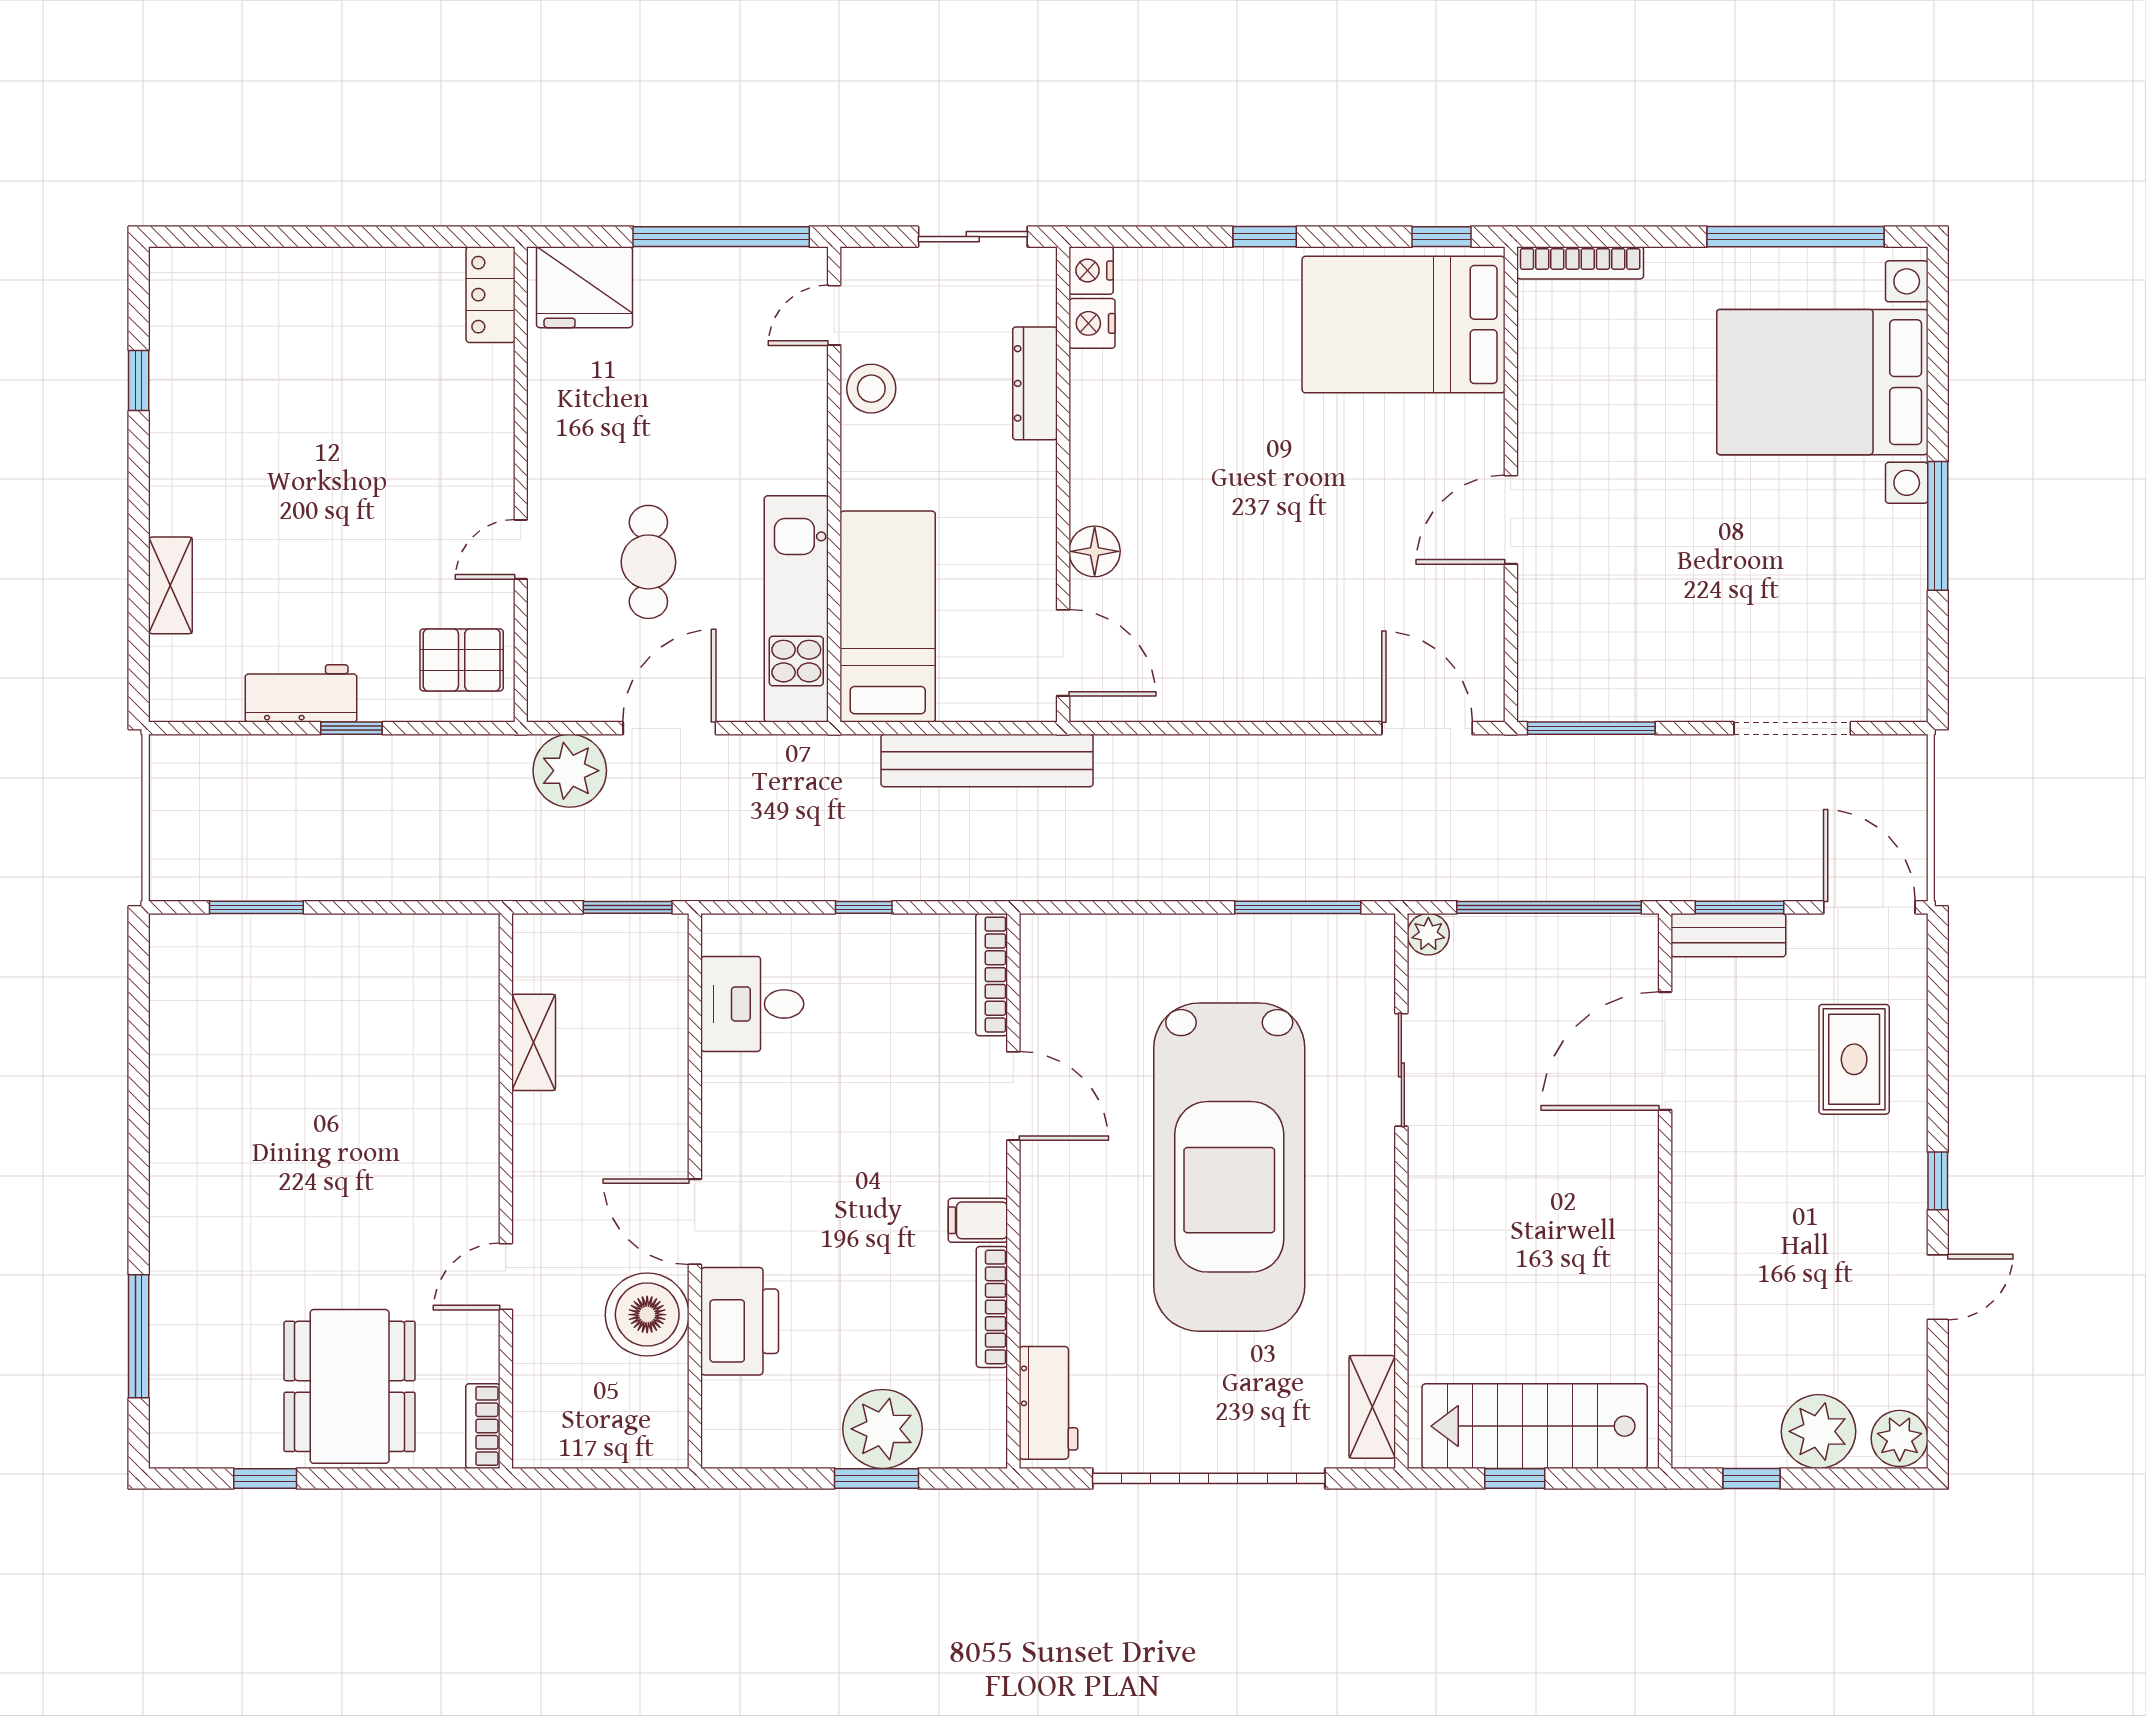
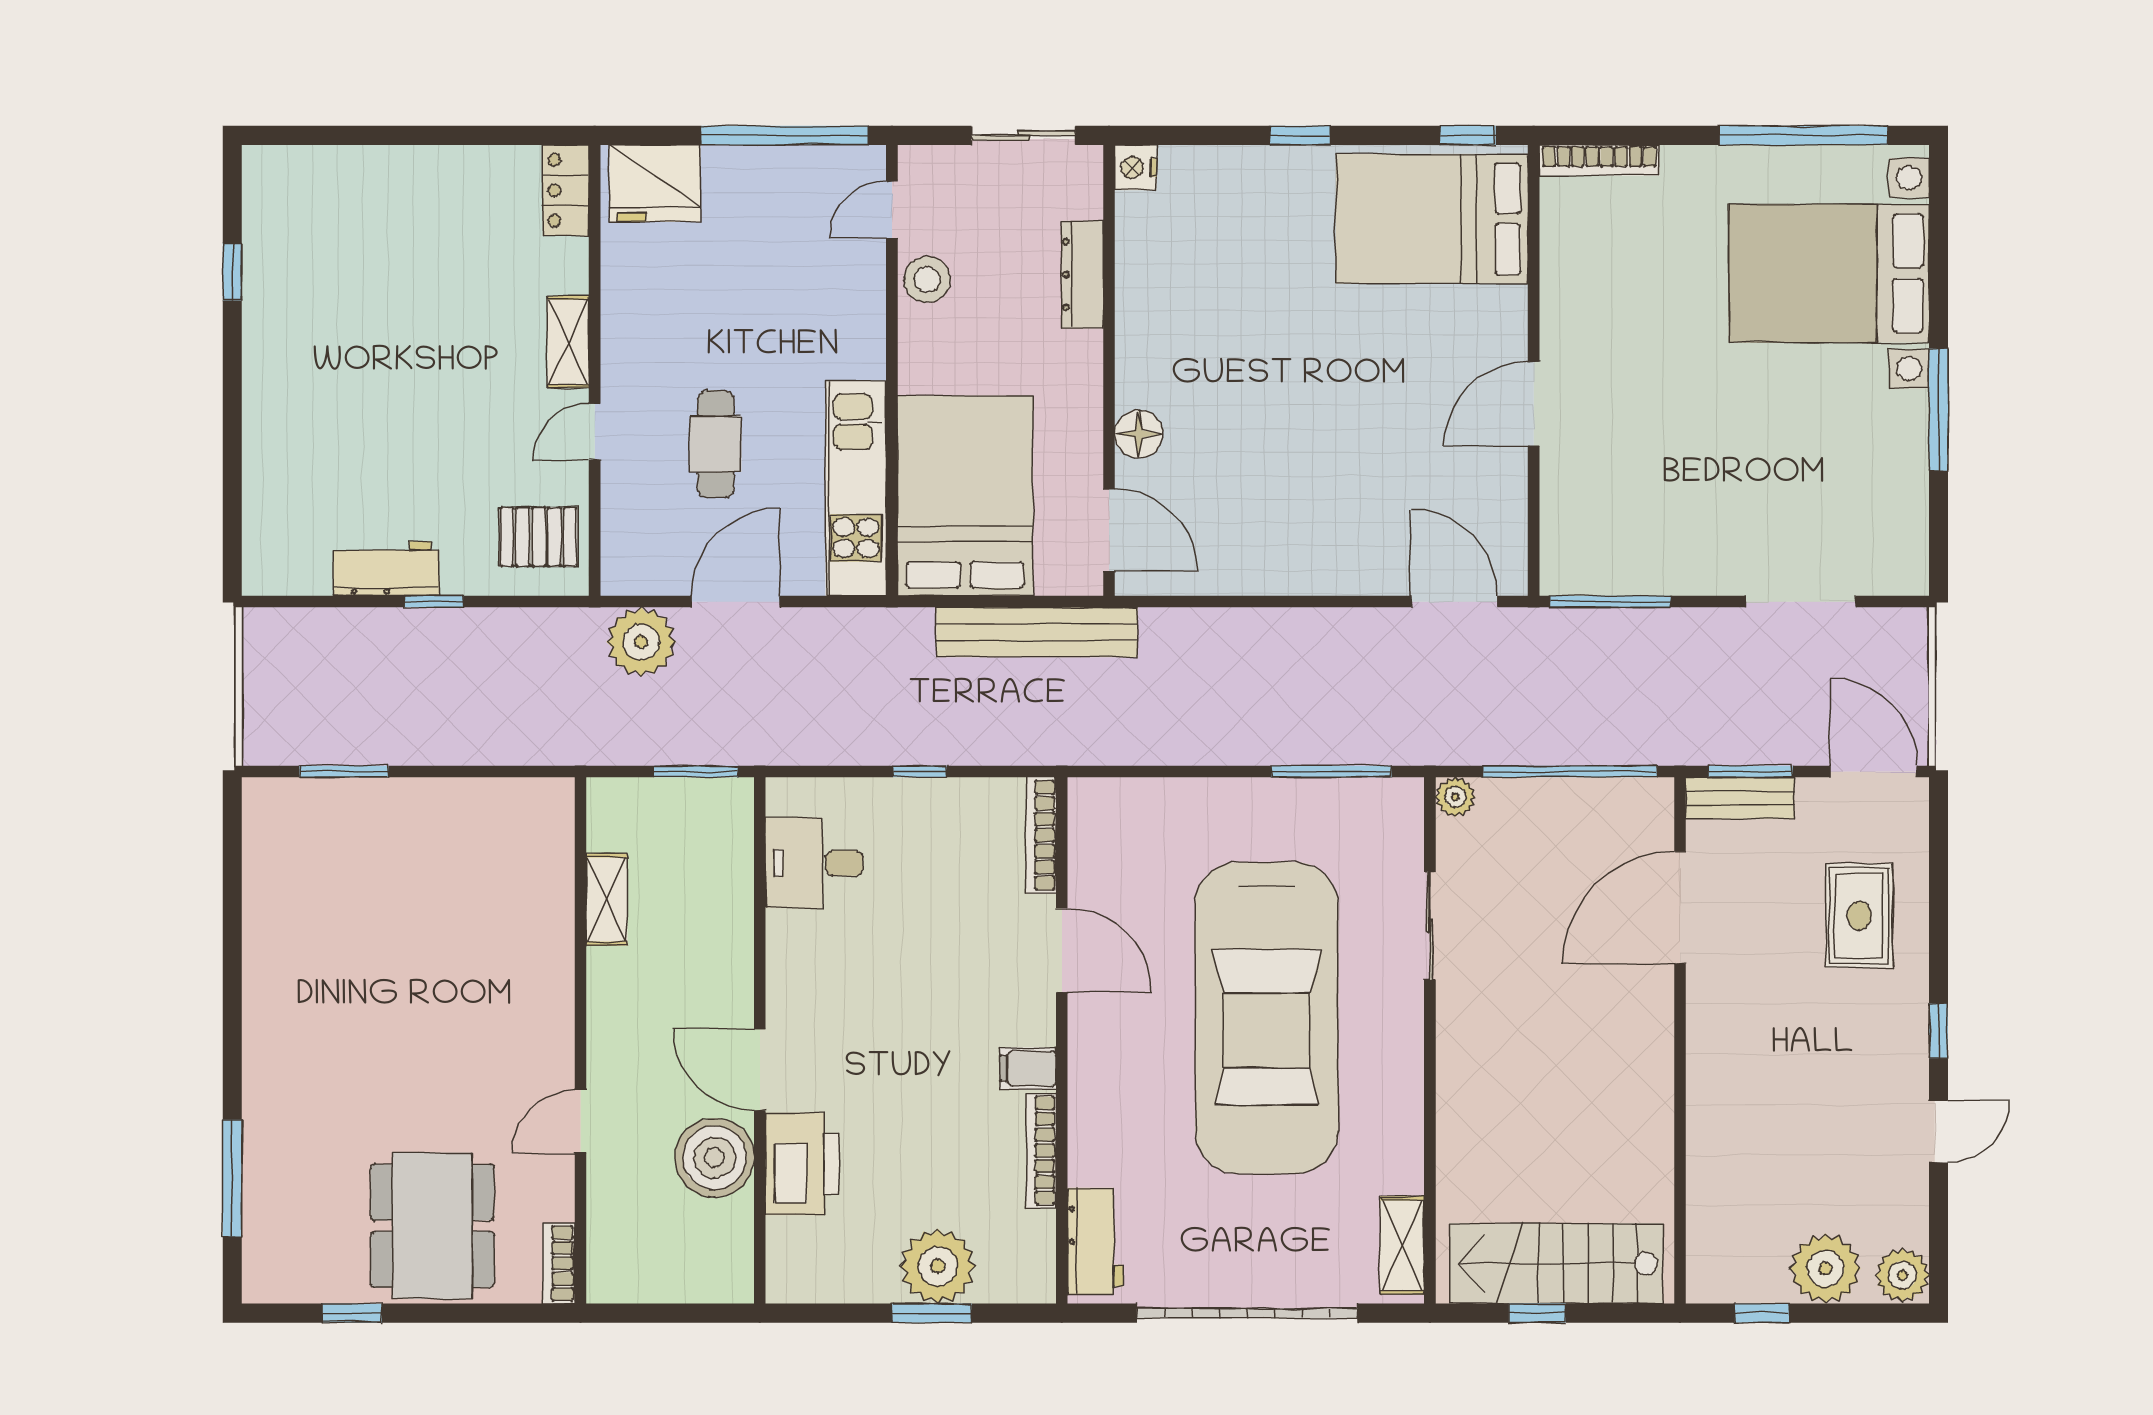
nightstand: (1092, 323) -> (1136, 218), removed
shelving: (170, 585) -> (568, 342), moved
bed: (888, 617) -> (965, 496), width x1.50

